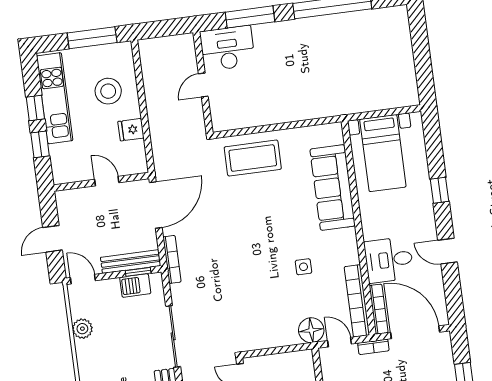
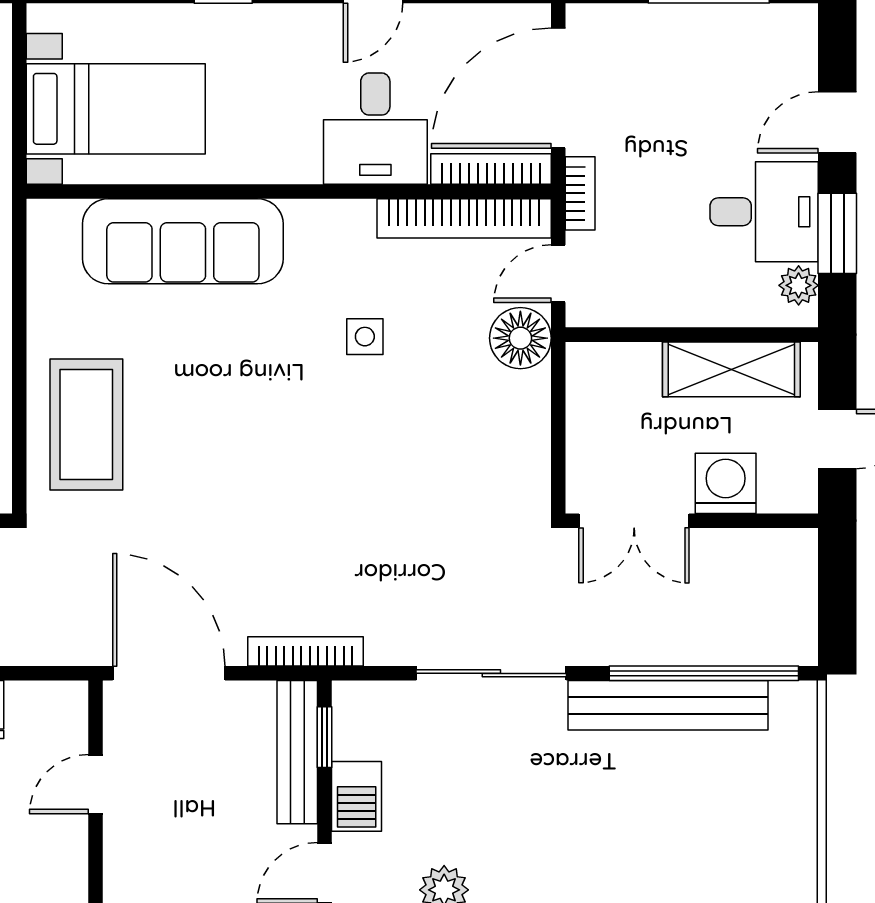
barbecue: (135, 285) -> (357, 796), moved

